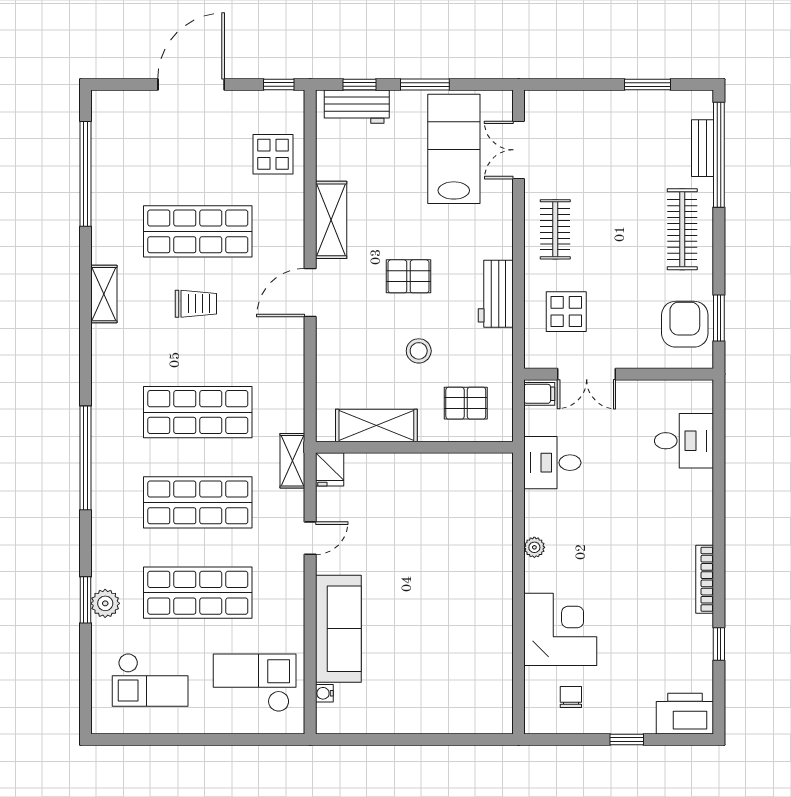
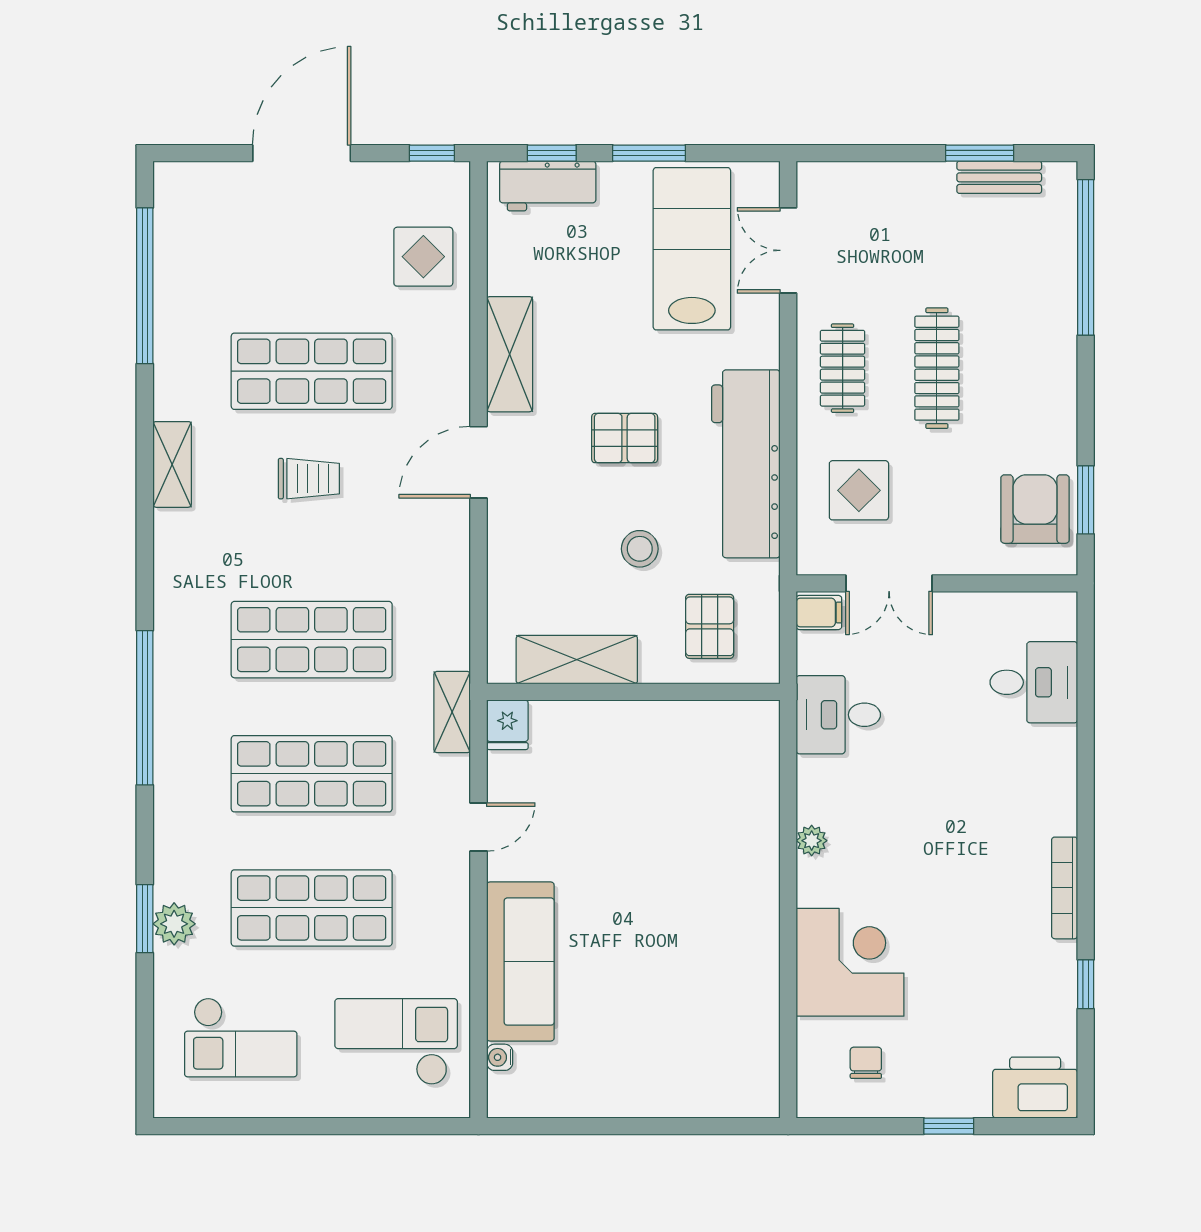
bench: (703, 148) -> (999, 177), moved, turned 90
clothes rail: (682, 229) -> (937, 368), moved
workbench: (496, 294) -> (746, 464), width x1.88, depth x1.32
pallet: (466, 403) -> (710, 626), turned 90

